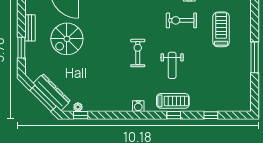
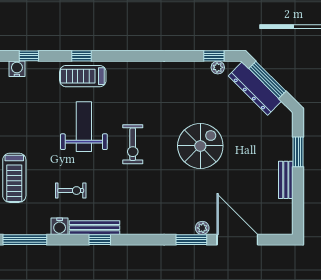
exercise bike: (181, 20) -> (71, 191), width x0.73, depth x0.72
spiral stairs: (67, 39) -> (200, 146), moved
weight bench: (172, 65) -> (84, 127), width x1.36, depth x1.33
water cooler: (138, 106) -> (17, 69), moved

